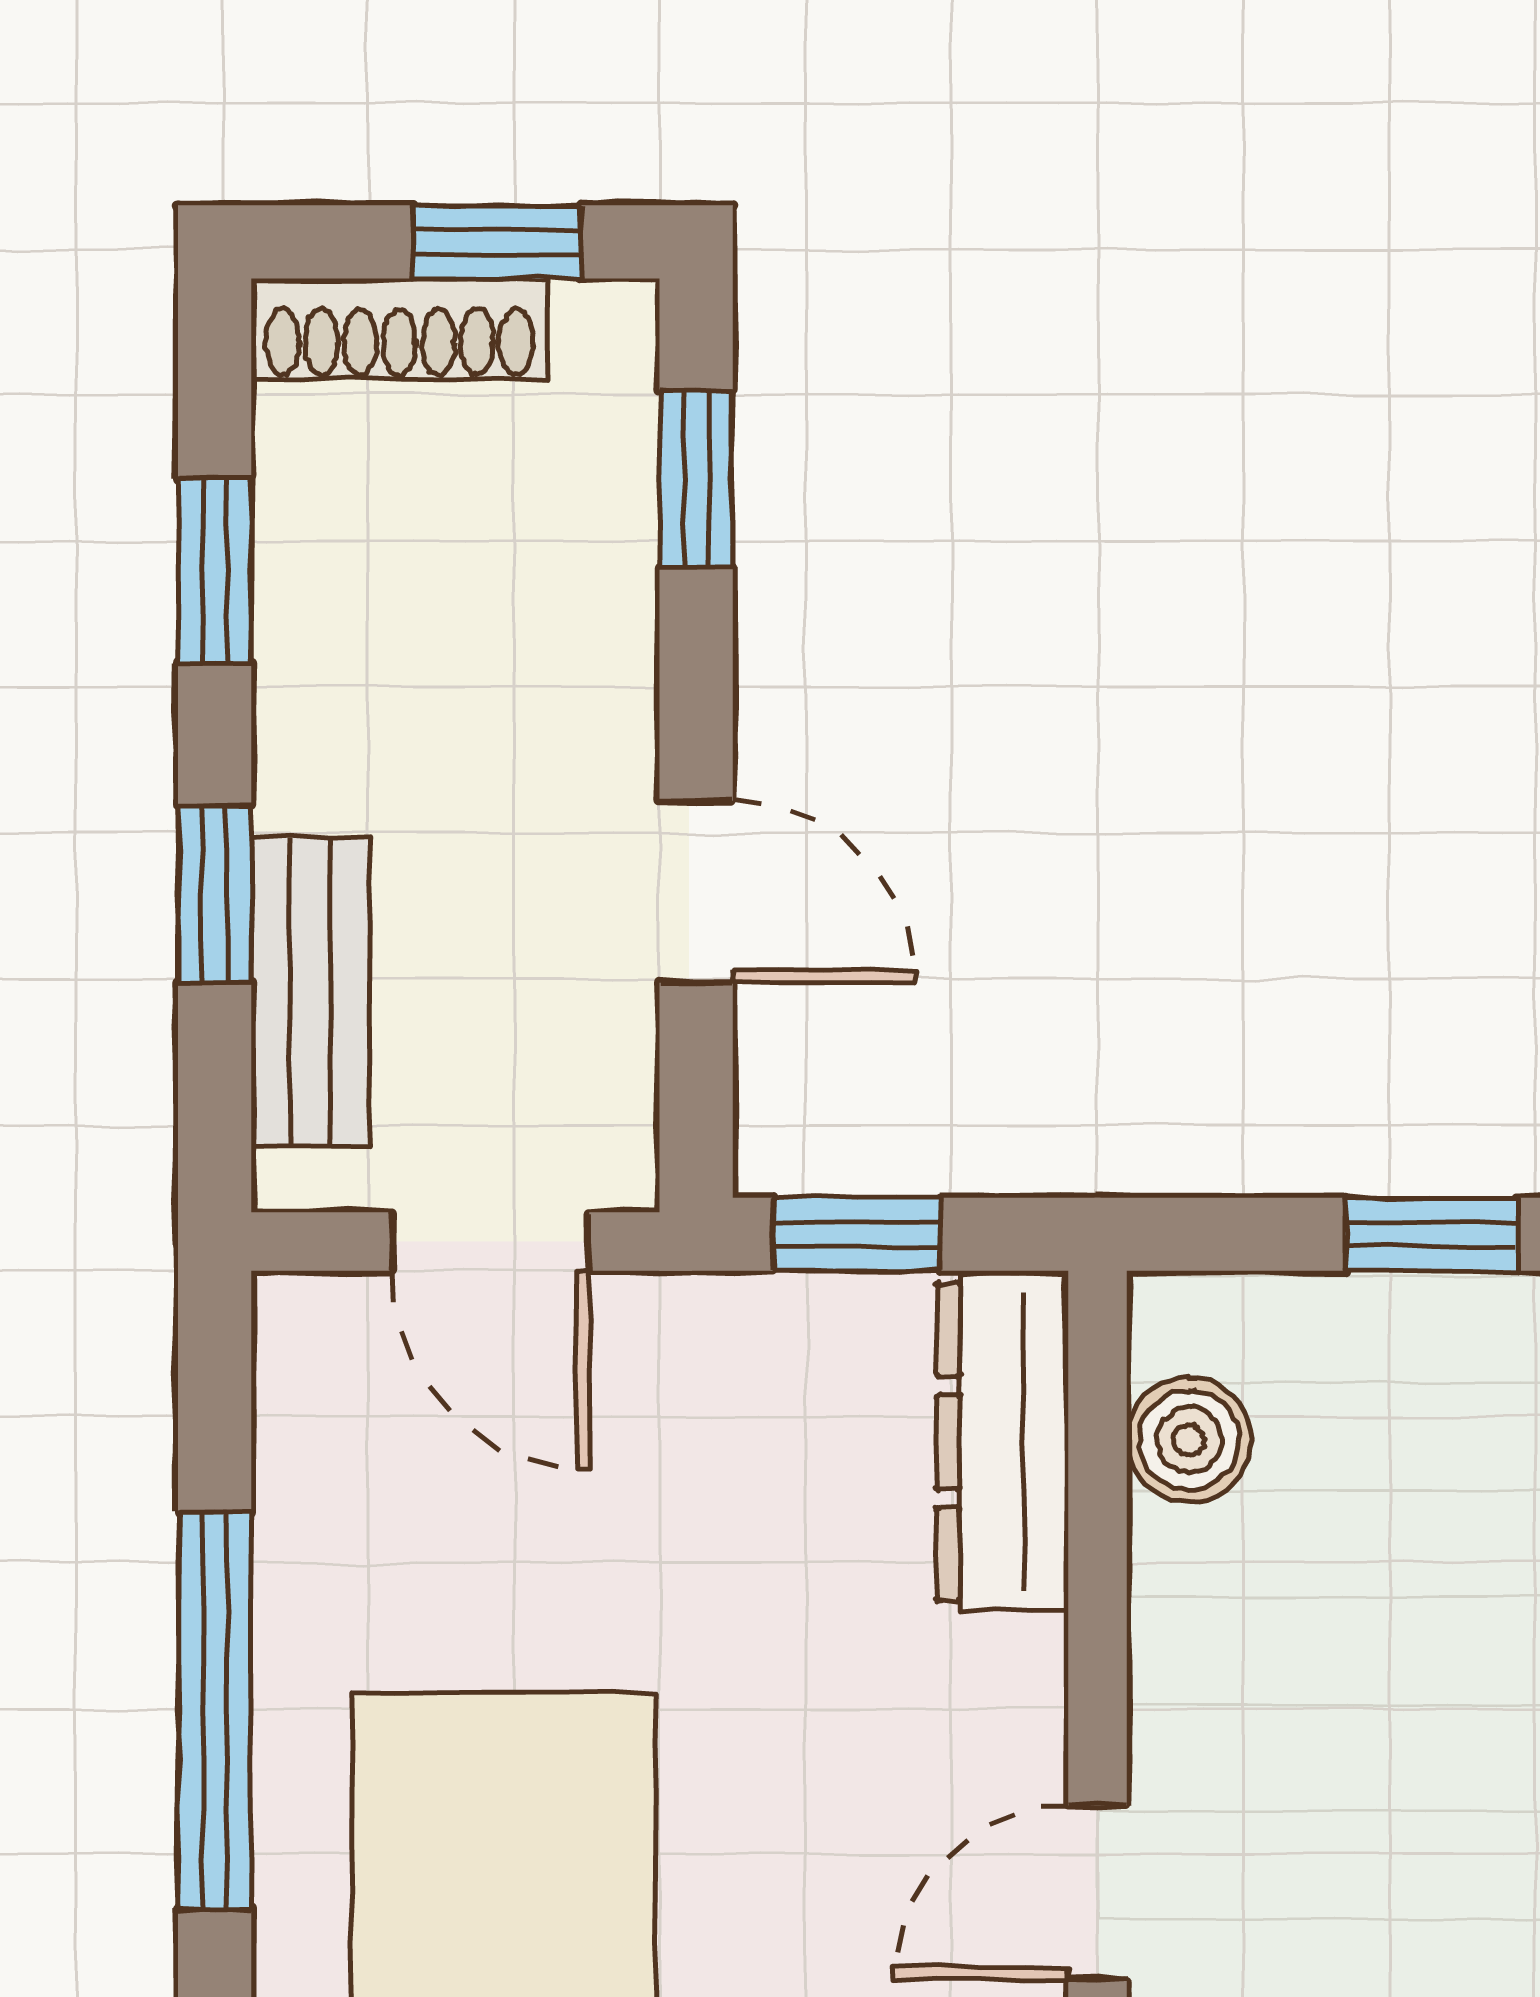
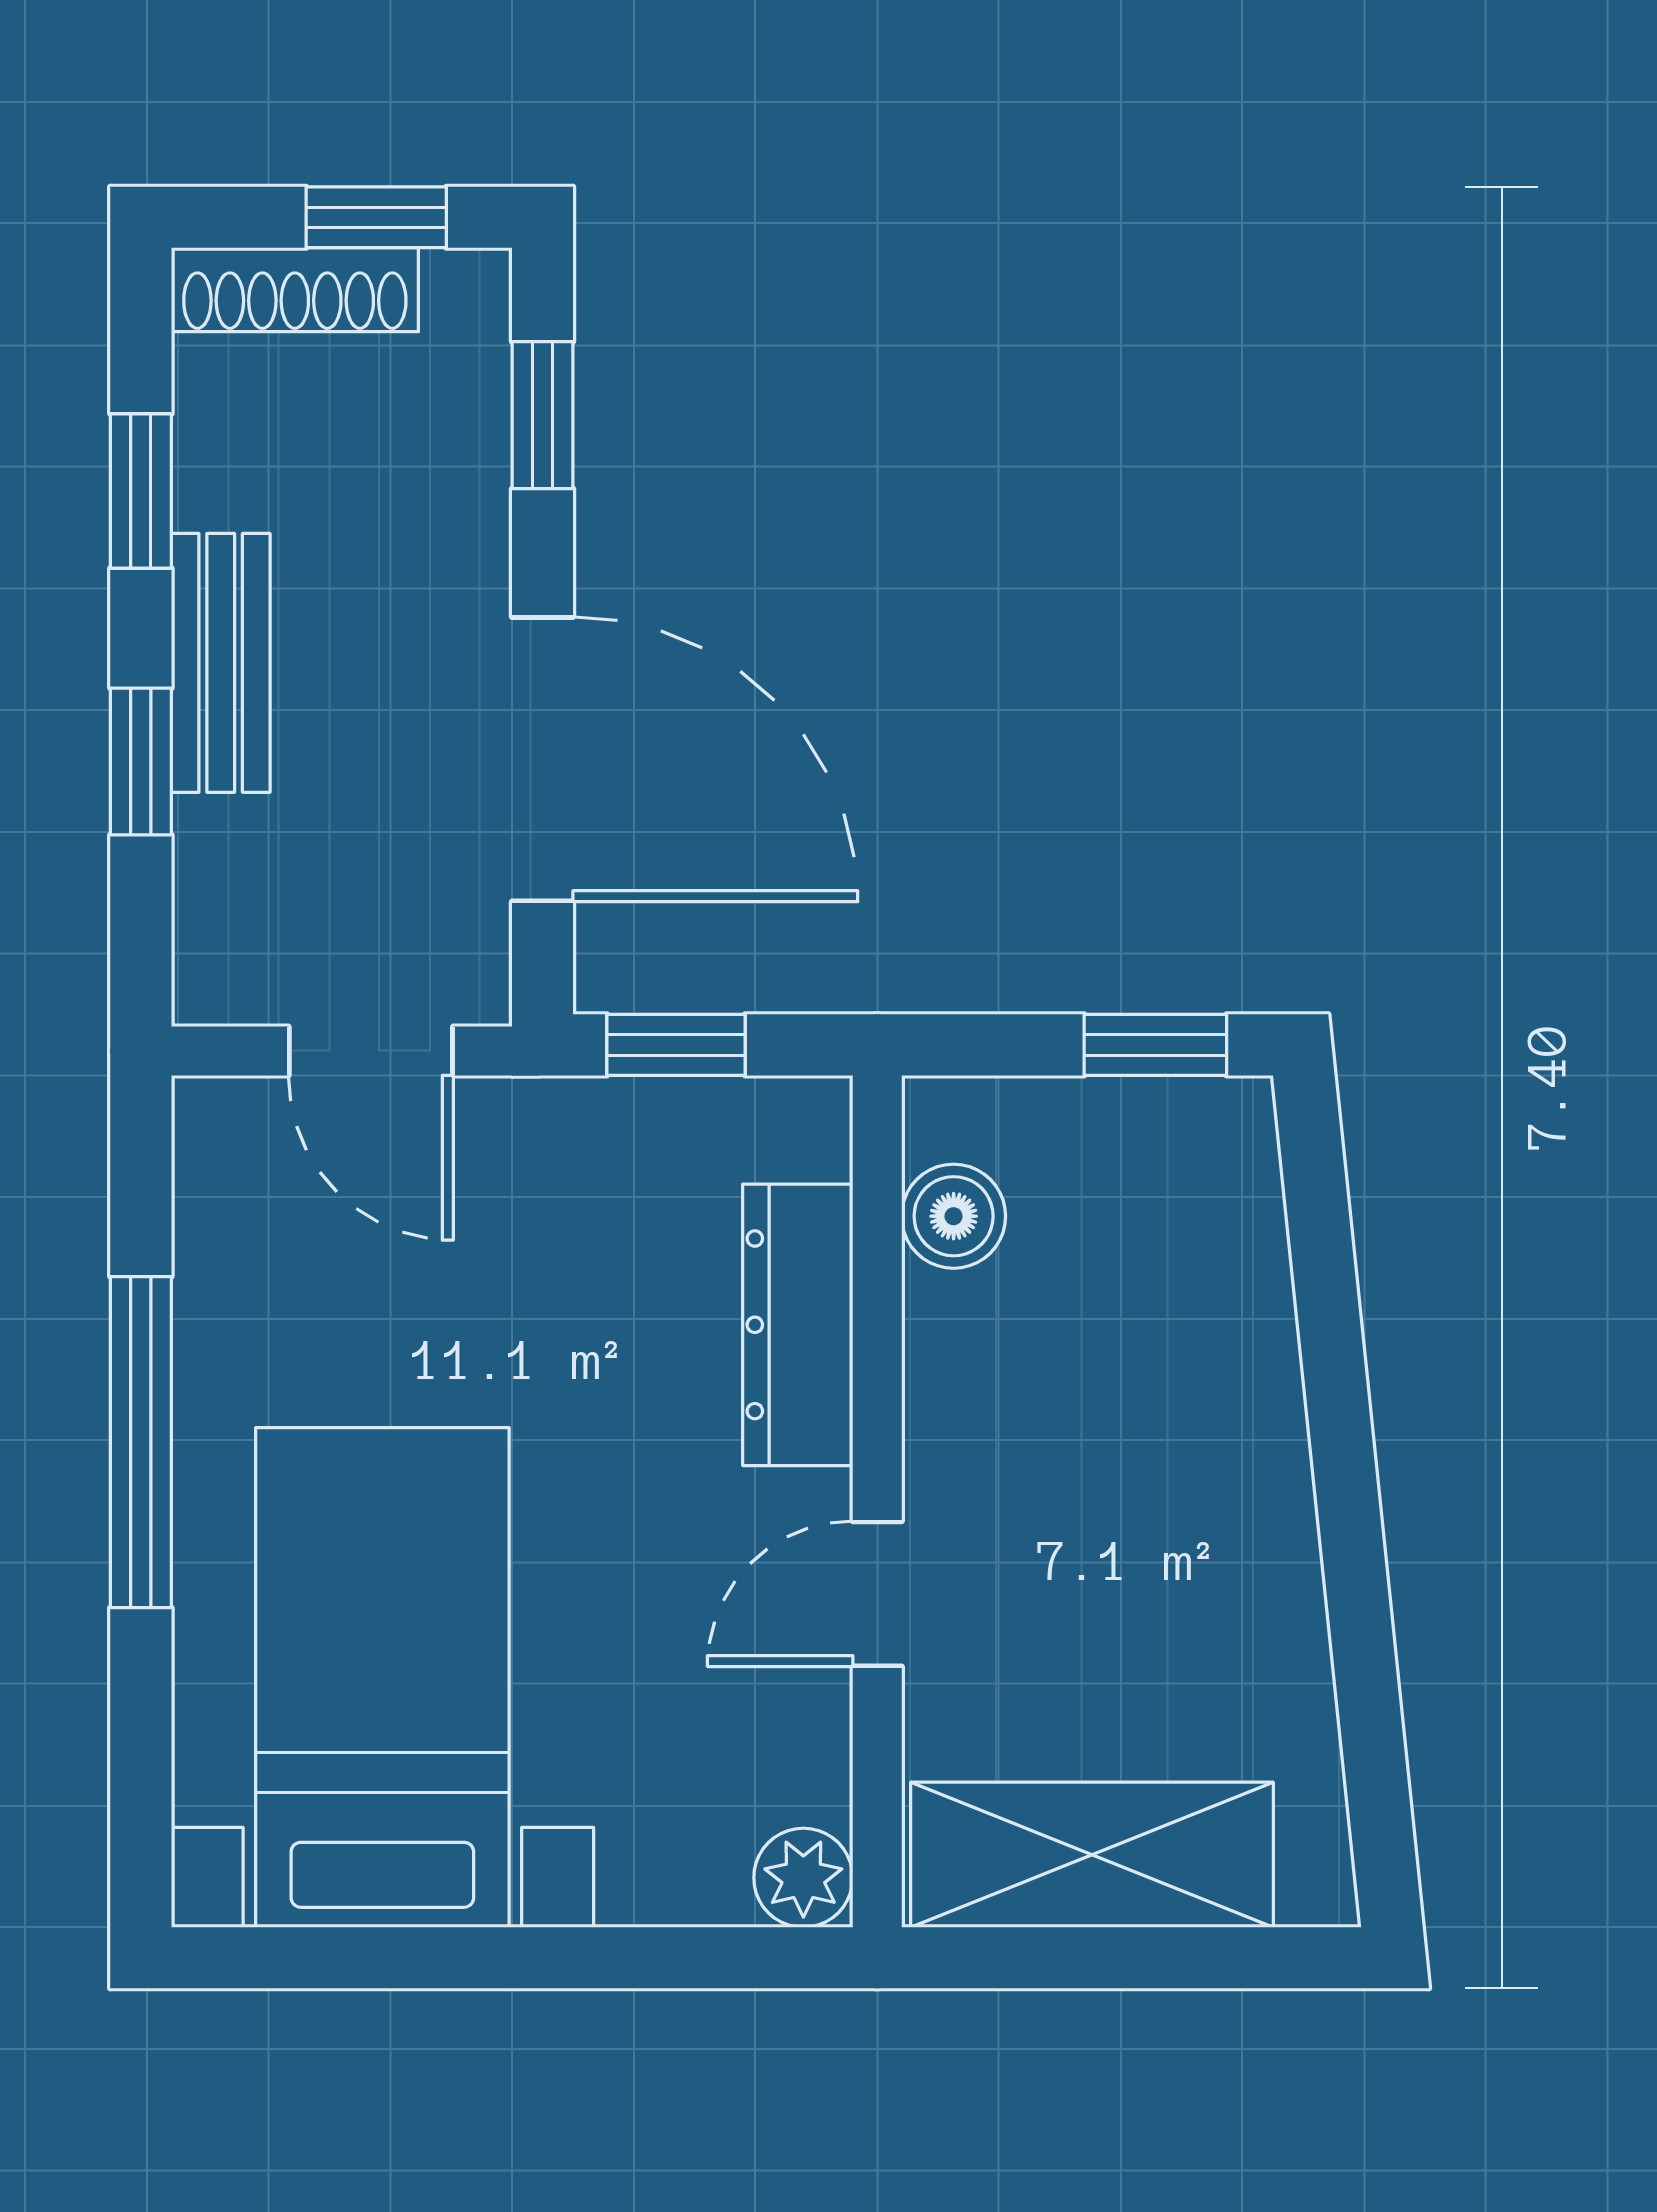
door: (696, 892) -> (542, 759), width x1.88
bench: (310, 992) -> (221, 663), moved
dresser: (1002, 1442) -> (798, 1325), moved

